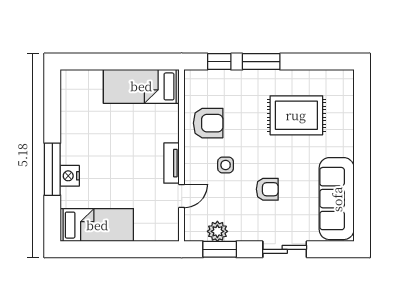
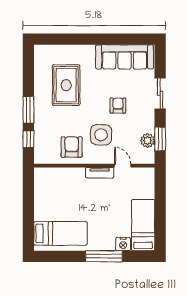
bed: (141, 86) -> (61, 233), moved, turned -90
side table: (226, 165) -> (101, 135), width x1.87, depth x1.87
nightstand: (70, 176) -> (123, 244), moved

